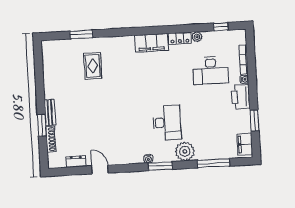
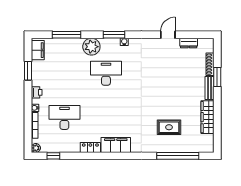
window: (81, 34) -> (178, 156), width x2.11
plant: (197, 37) -> (36, 148), moved
rug: (93, 66) -> (169, 127), turned 90
wardrobe: (50, 80) -> (208, 117), added
printer: (241, 97) -> (37, 92), width x0.53, depth x0.68
desk: (167, 123) -> (106, 73), turned 90
door: (100, 169) -> (168, 35), swing flipped

